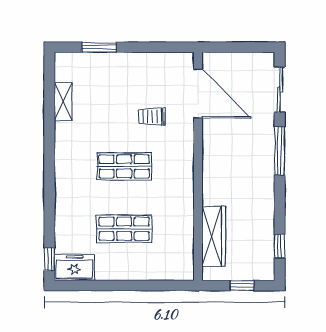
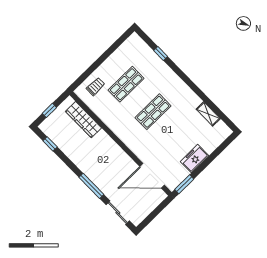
window: (99, 47) -> (184, 184), moved
trolley: (152, 116) -> (96, 86), moved
window: (49, 259) -> (161, 53), moved
freezer: (74, 268) -> (195, 159), moved, turned 180

